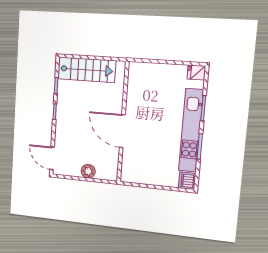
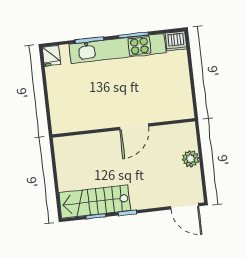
stairs: (86, 70) -> (95, 202), moved, turned -90
door: (122, 131) -> (134, 127), width x0.73
door: (52, 158) -> (185, 206), hinge flipped

